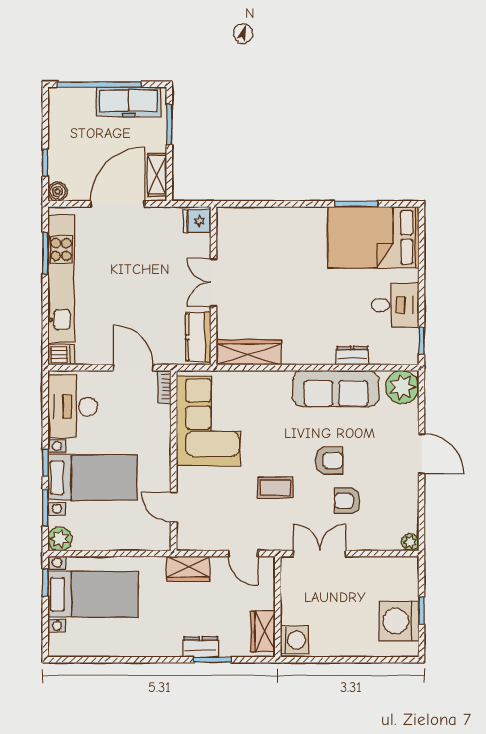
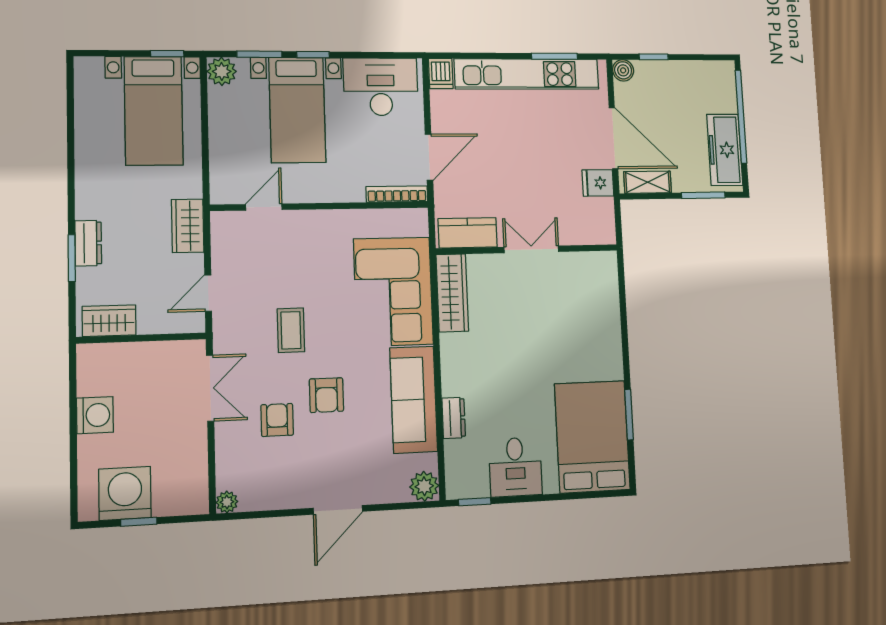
fridge: (197, 221) -> (598, 183), moved, turned -90
bookcase: (164, 387) -> (397, 194), width x1.56
plant: (402, 387) -> (424, 486), width x0.73, depth x0.73
corner sofa: (208, 421) -> (393, 292), moved, turned 90
washing machine: (294, 640) -> (95, 415), moved, turned -90

